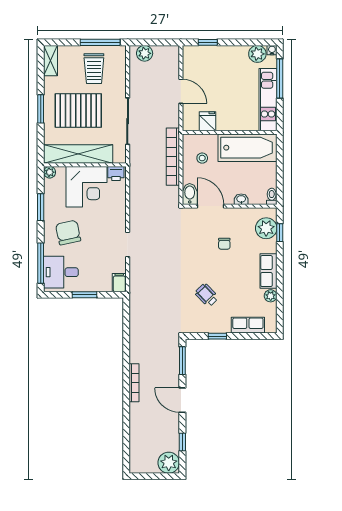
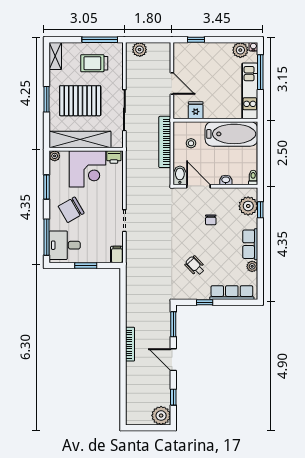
trolley: (94, 69) -> (94, 63), turned 90
chair: (68, 233) -> (71, 210), turned -108
row of seats: (248, 325) -> (232, 293), width x1.48

